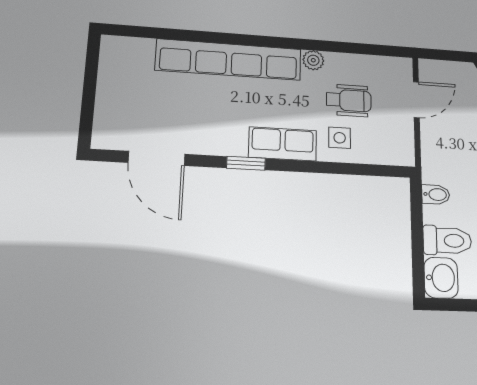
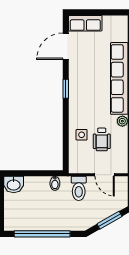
row of seats: (283, 144) -> (85, 23), moved, turned 90
toilet: (447, 241) -> (79, 188), moved

